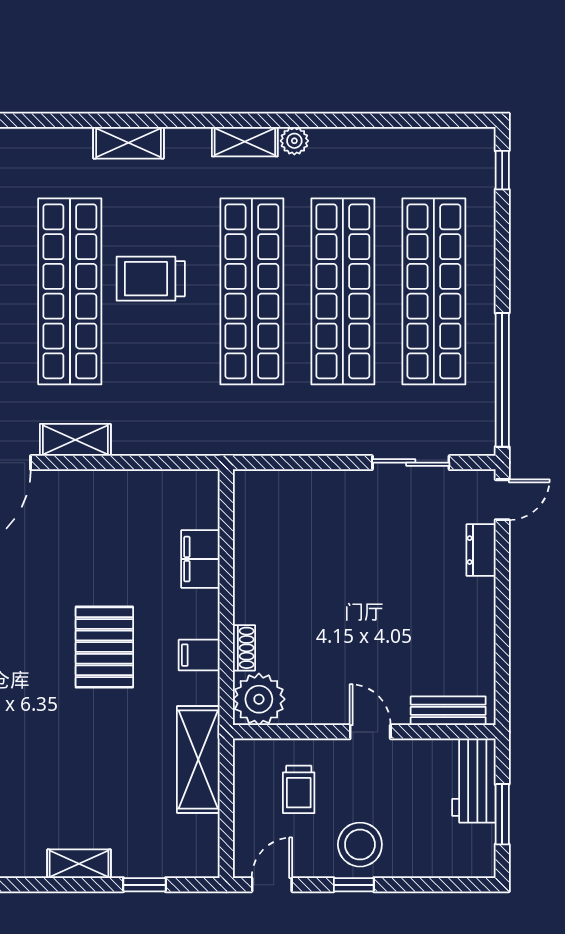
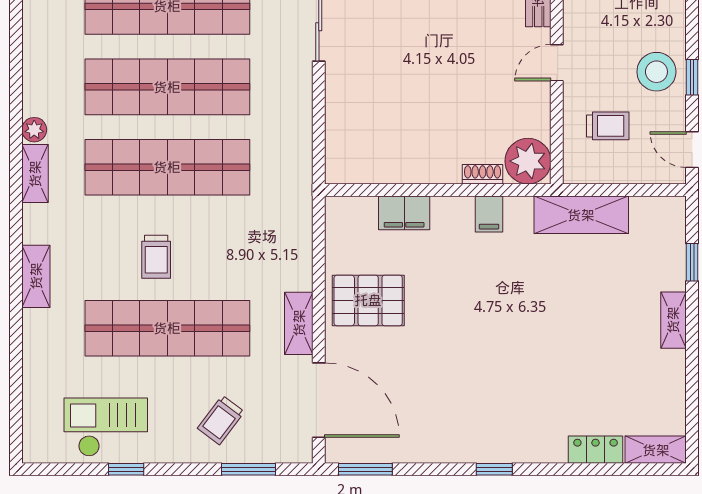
trolley: (151, 279) -> (156, 257), width x0.73, depth x0.72
pallet: (104, 647) -> (368, 300), moved

